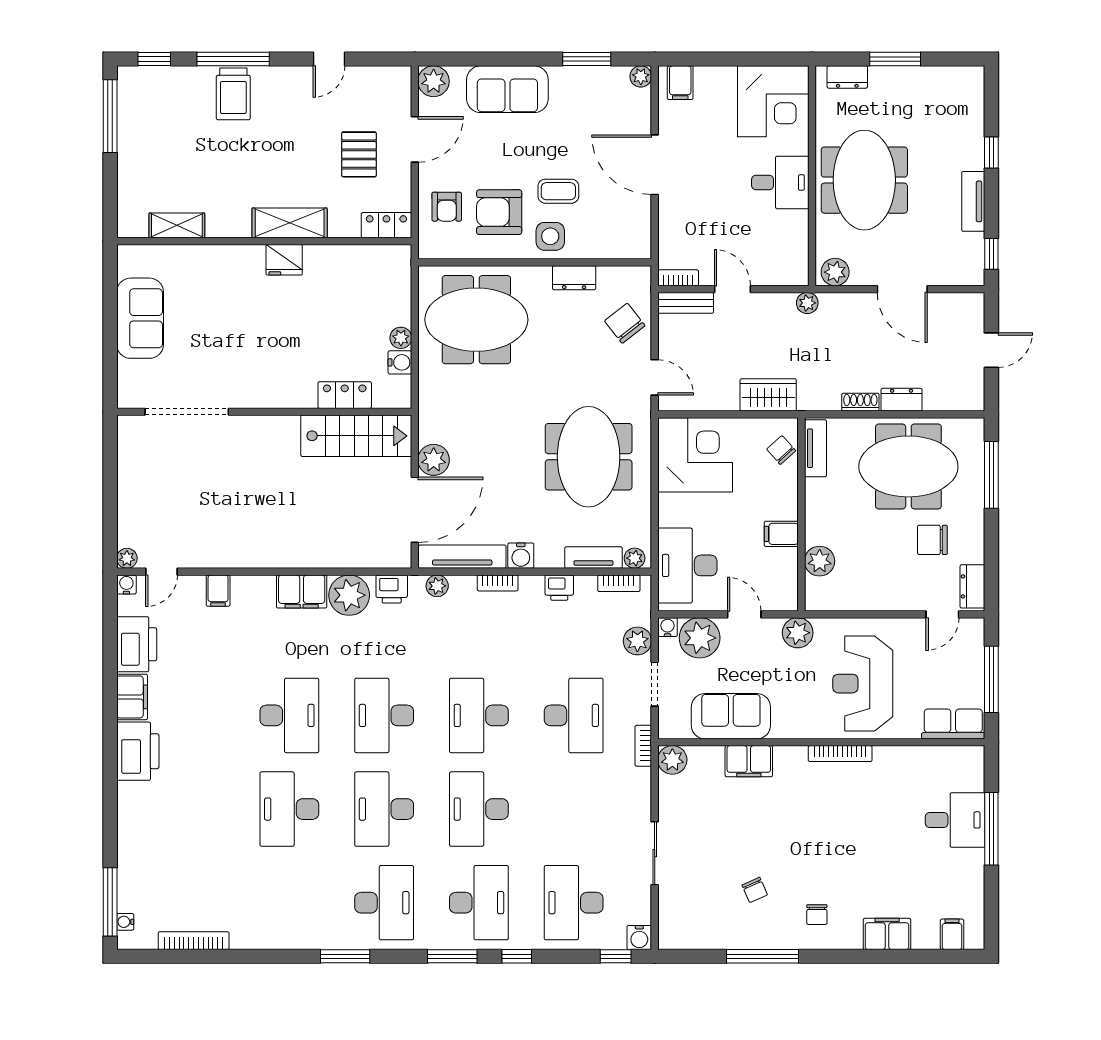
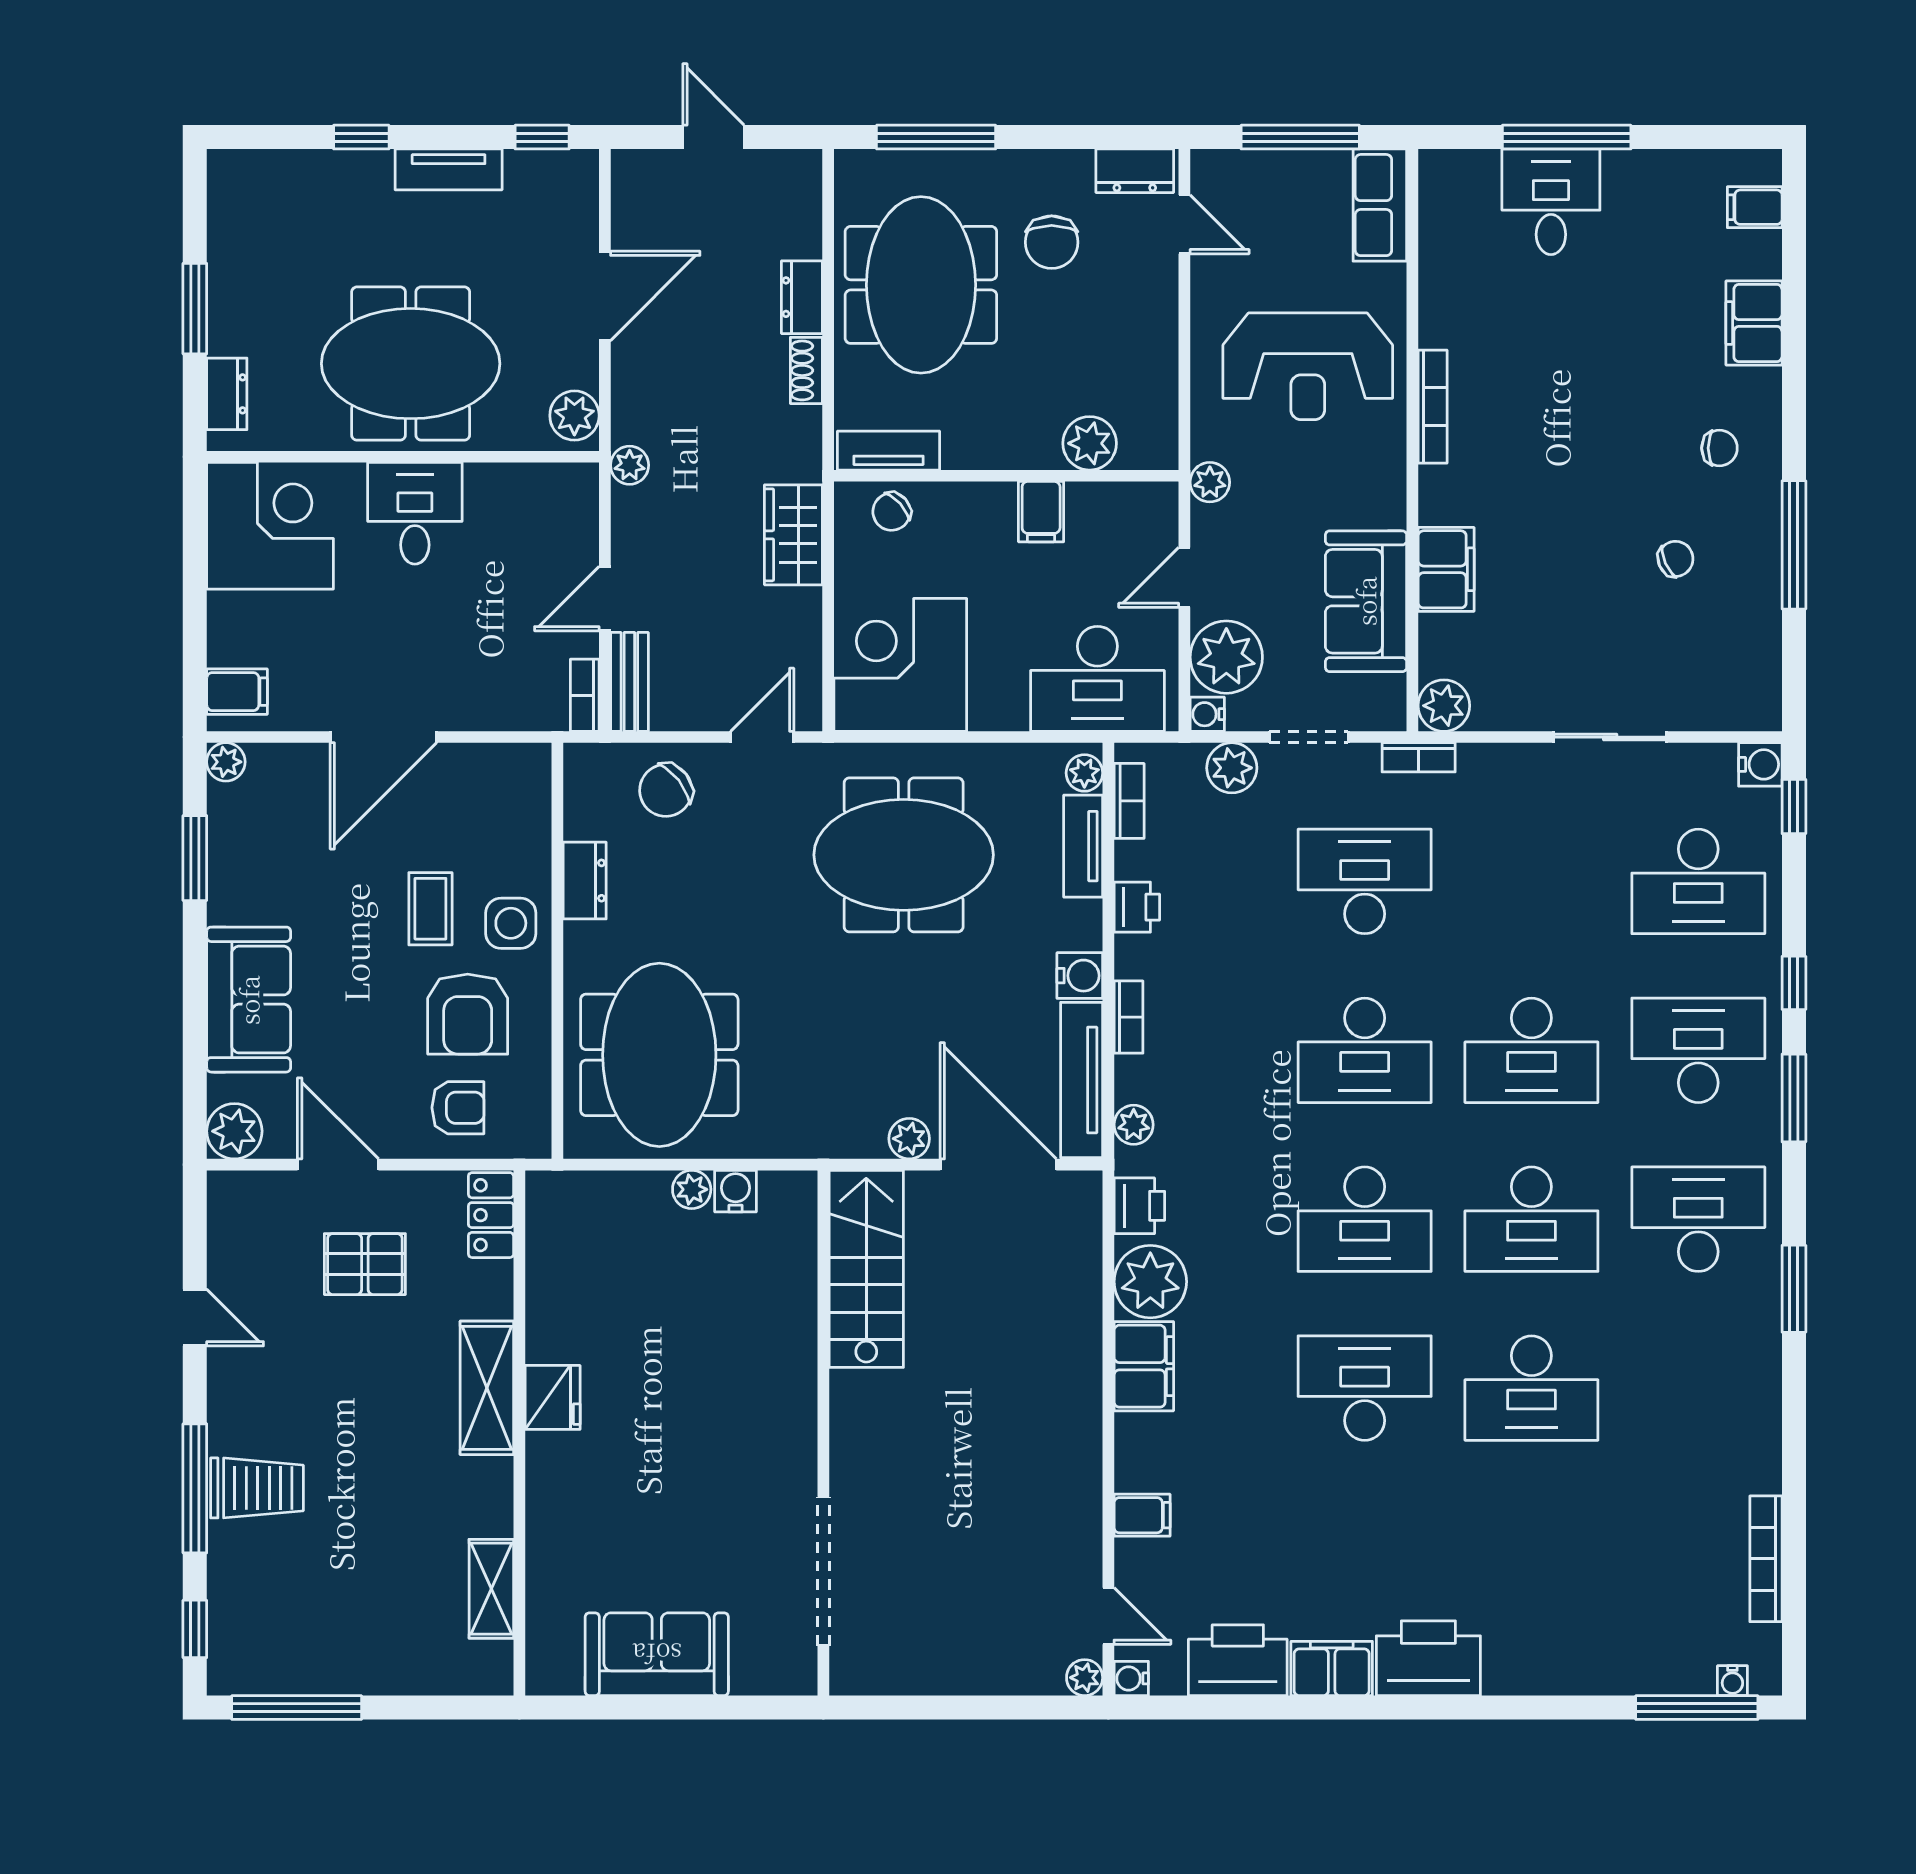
locker: (345, 395) -> (794, 1290), removed
plant: (434, 460) -> (909, 1139), width x0.73, depth x0.73
plant: (798, 633) -> (1210, 482), width x0.73, depth x0.73

